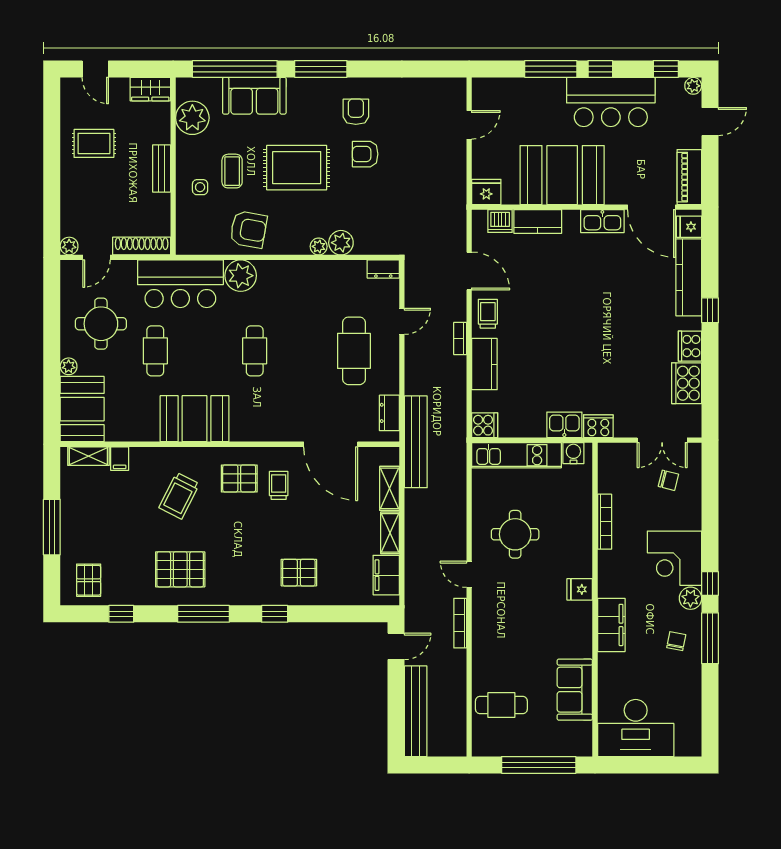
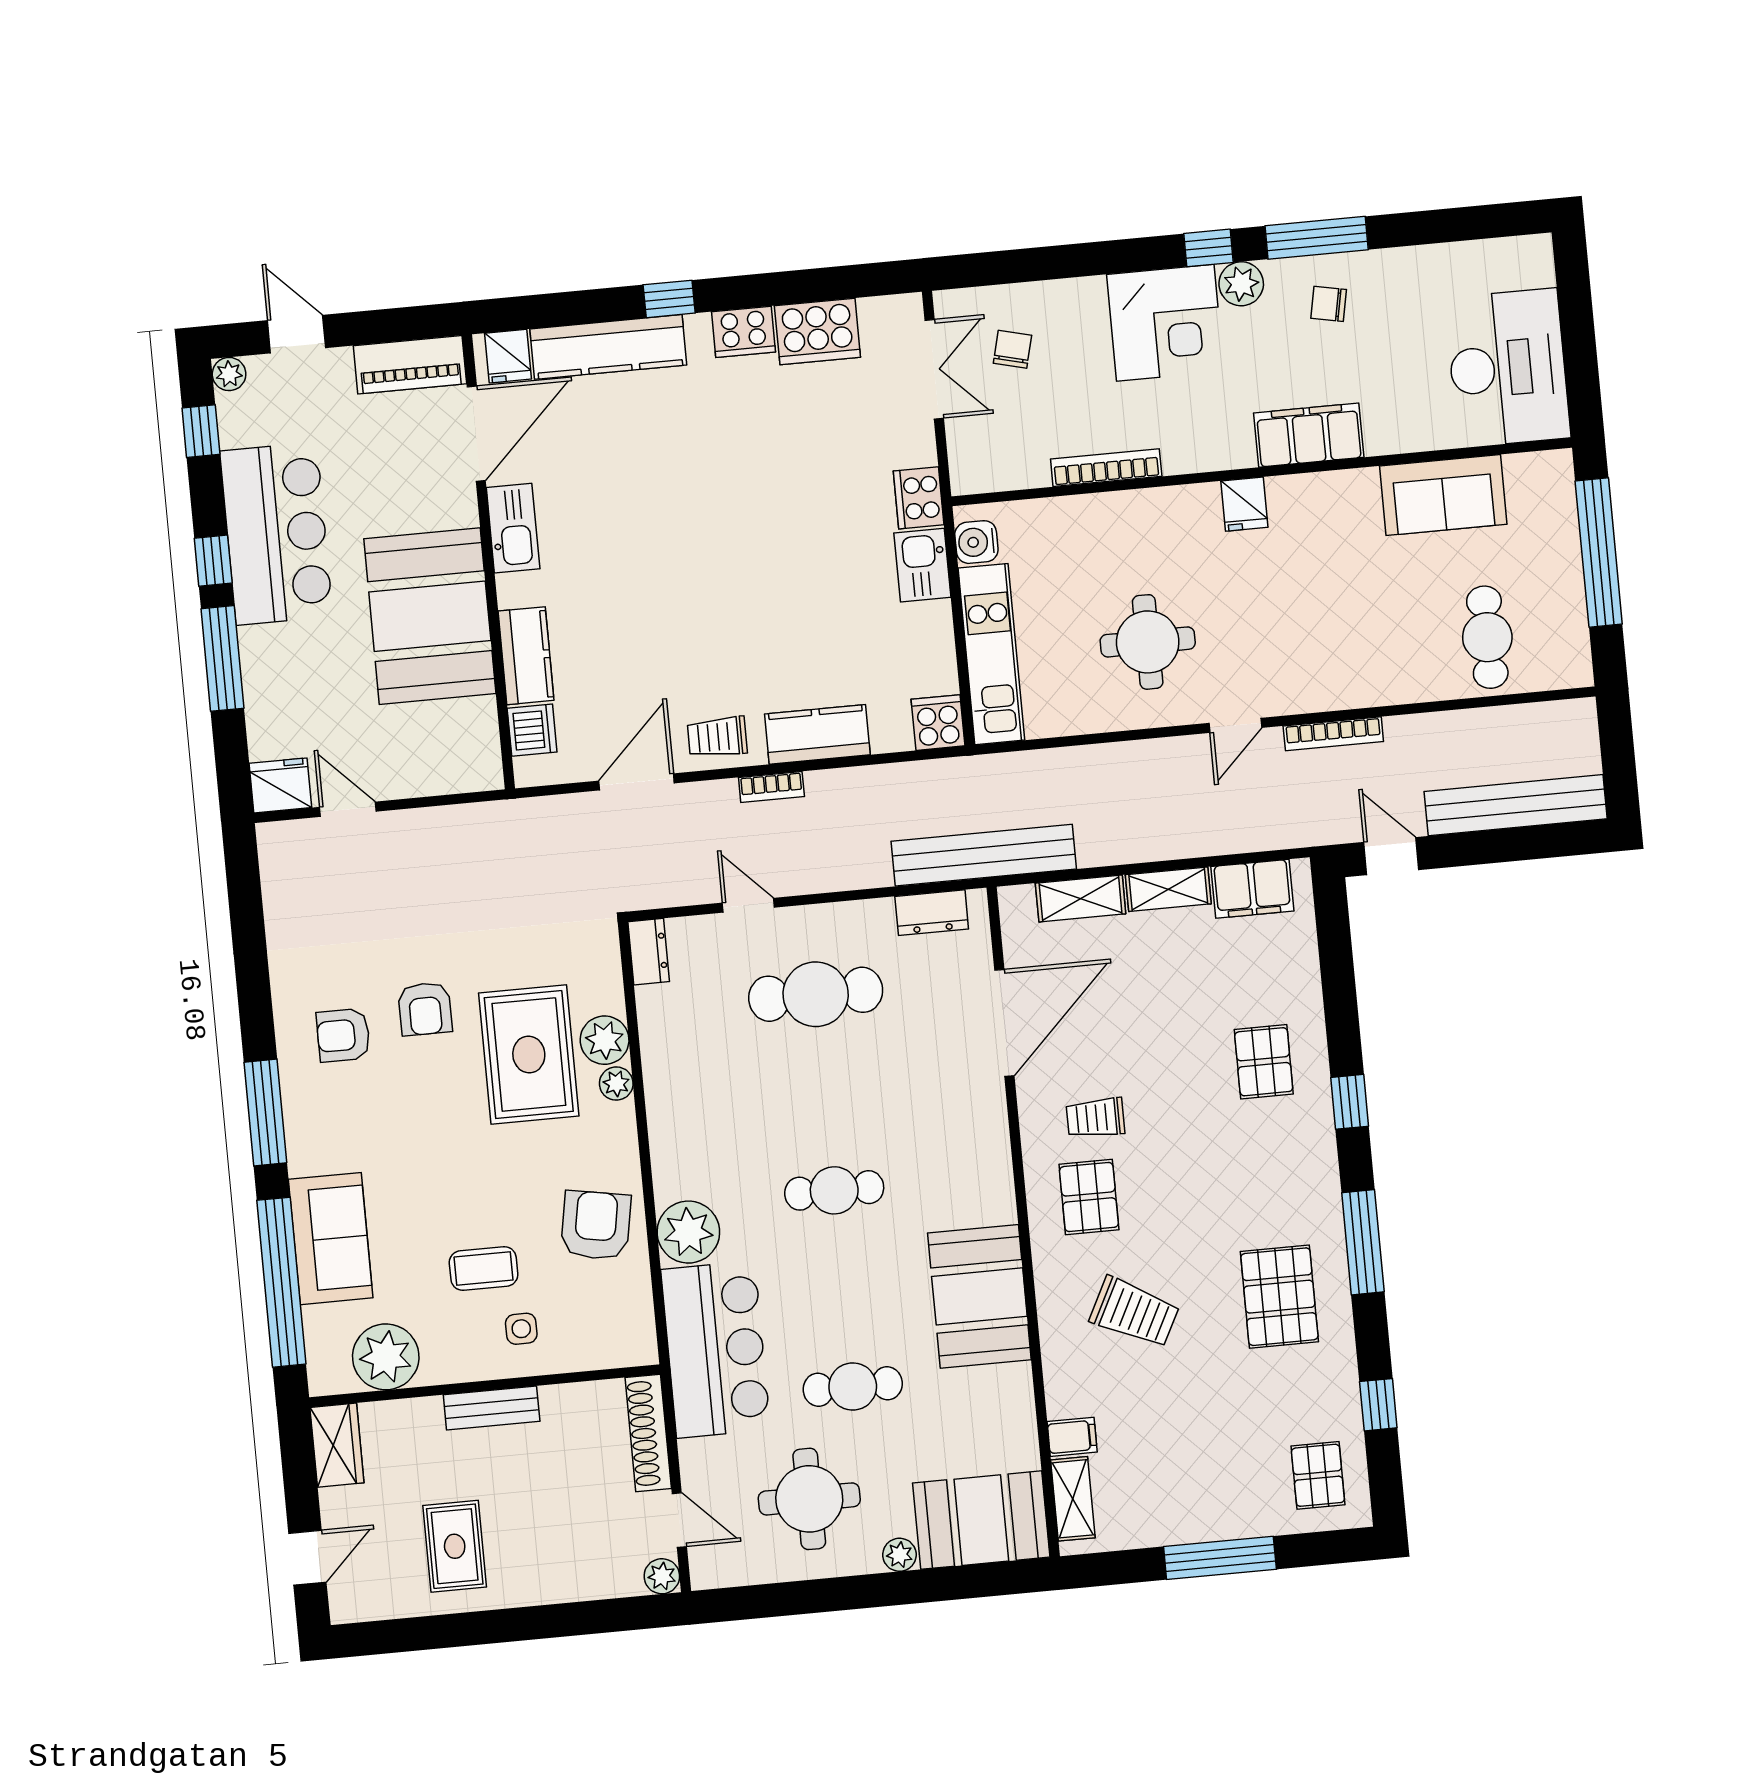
rug: (297, 168) -> (529, 1054), moved
fridge: (486, 192) -> (280, 785), moved, turned 90
pallet: (89, 580) -> (1318, 1475), turned 90

